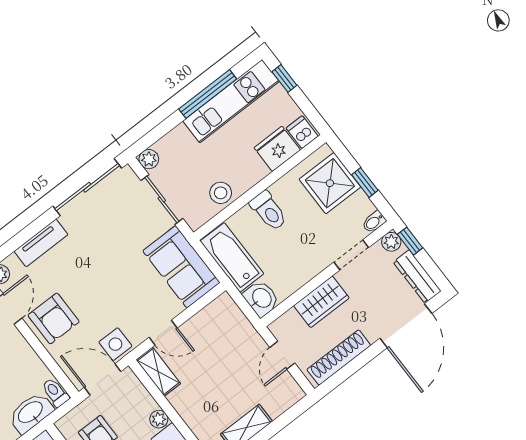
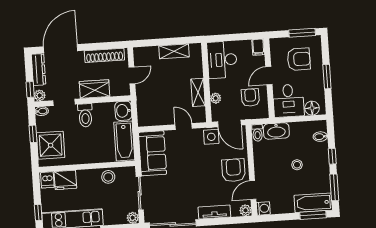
toilet: (269, 211) -> (85, 115), moved, turned 180
shelving: (158, 372) -> (198, 92), moved
plant: (159, 419) -> (216, 98), moved

